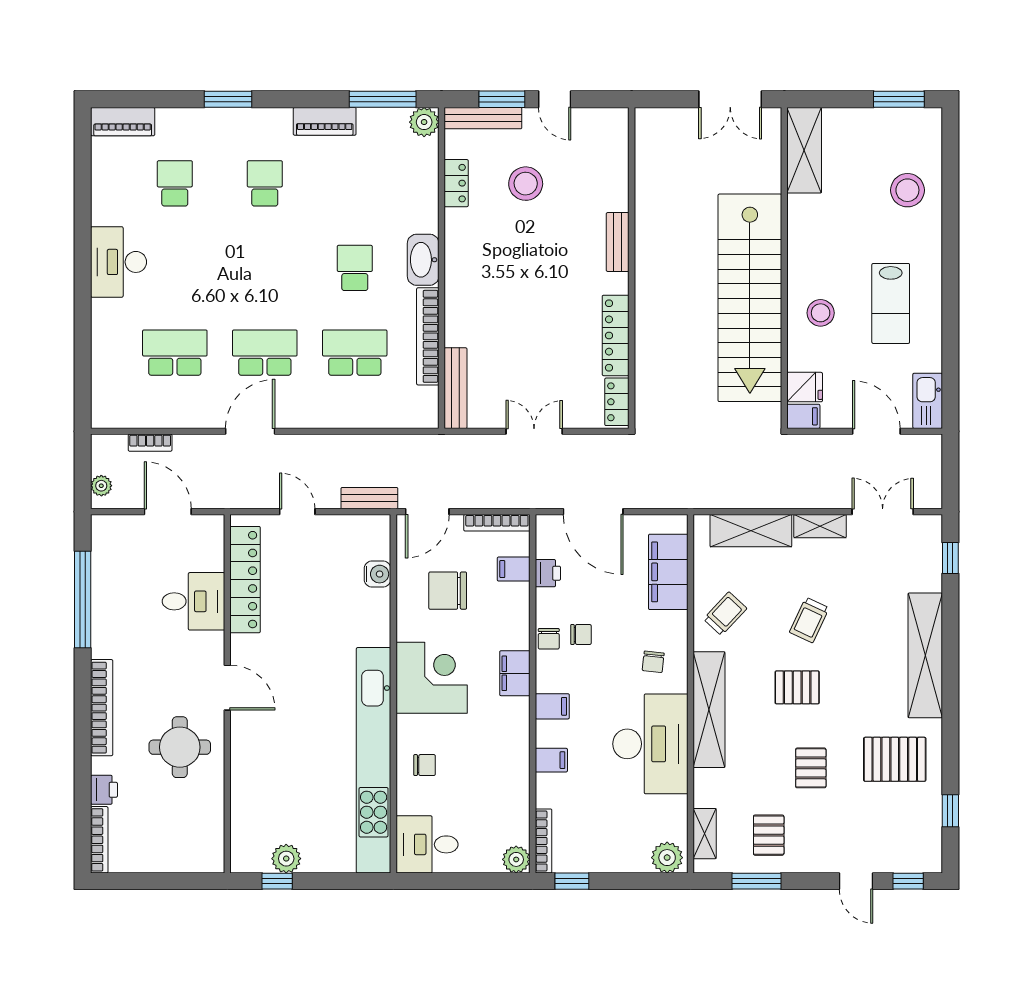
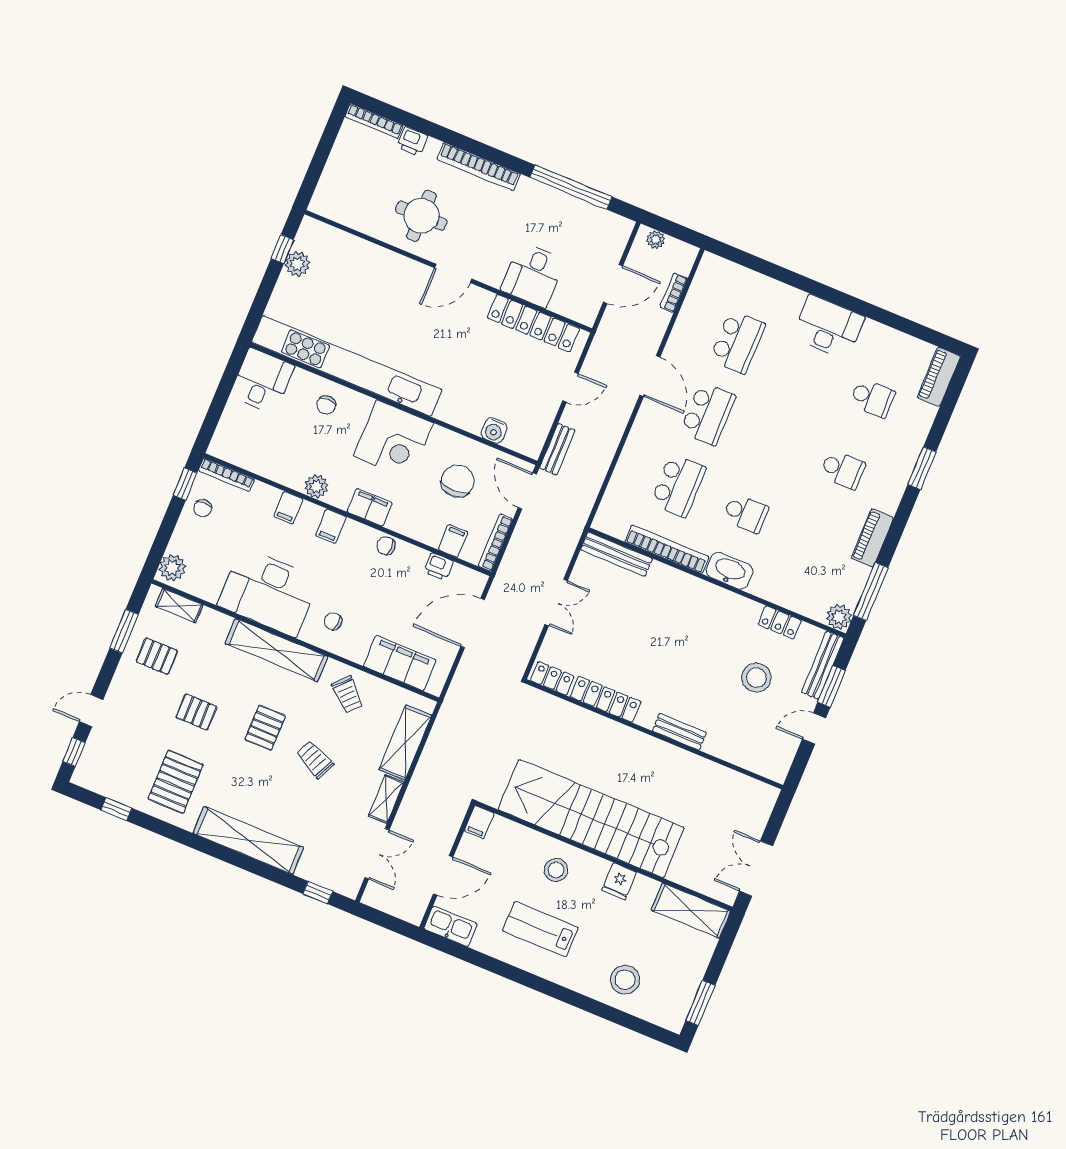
fridge: (805, 387) -> (619, 881), moved
chair: (581, 634) -> (203, 508), moved
plant: (516, 859) -> (316, 486), moved

